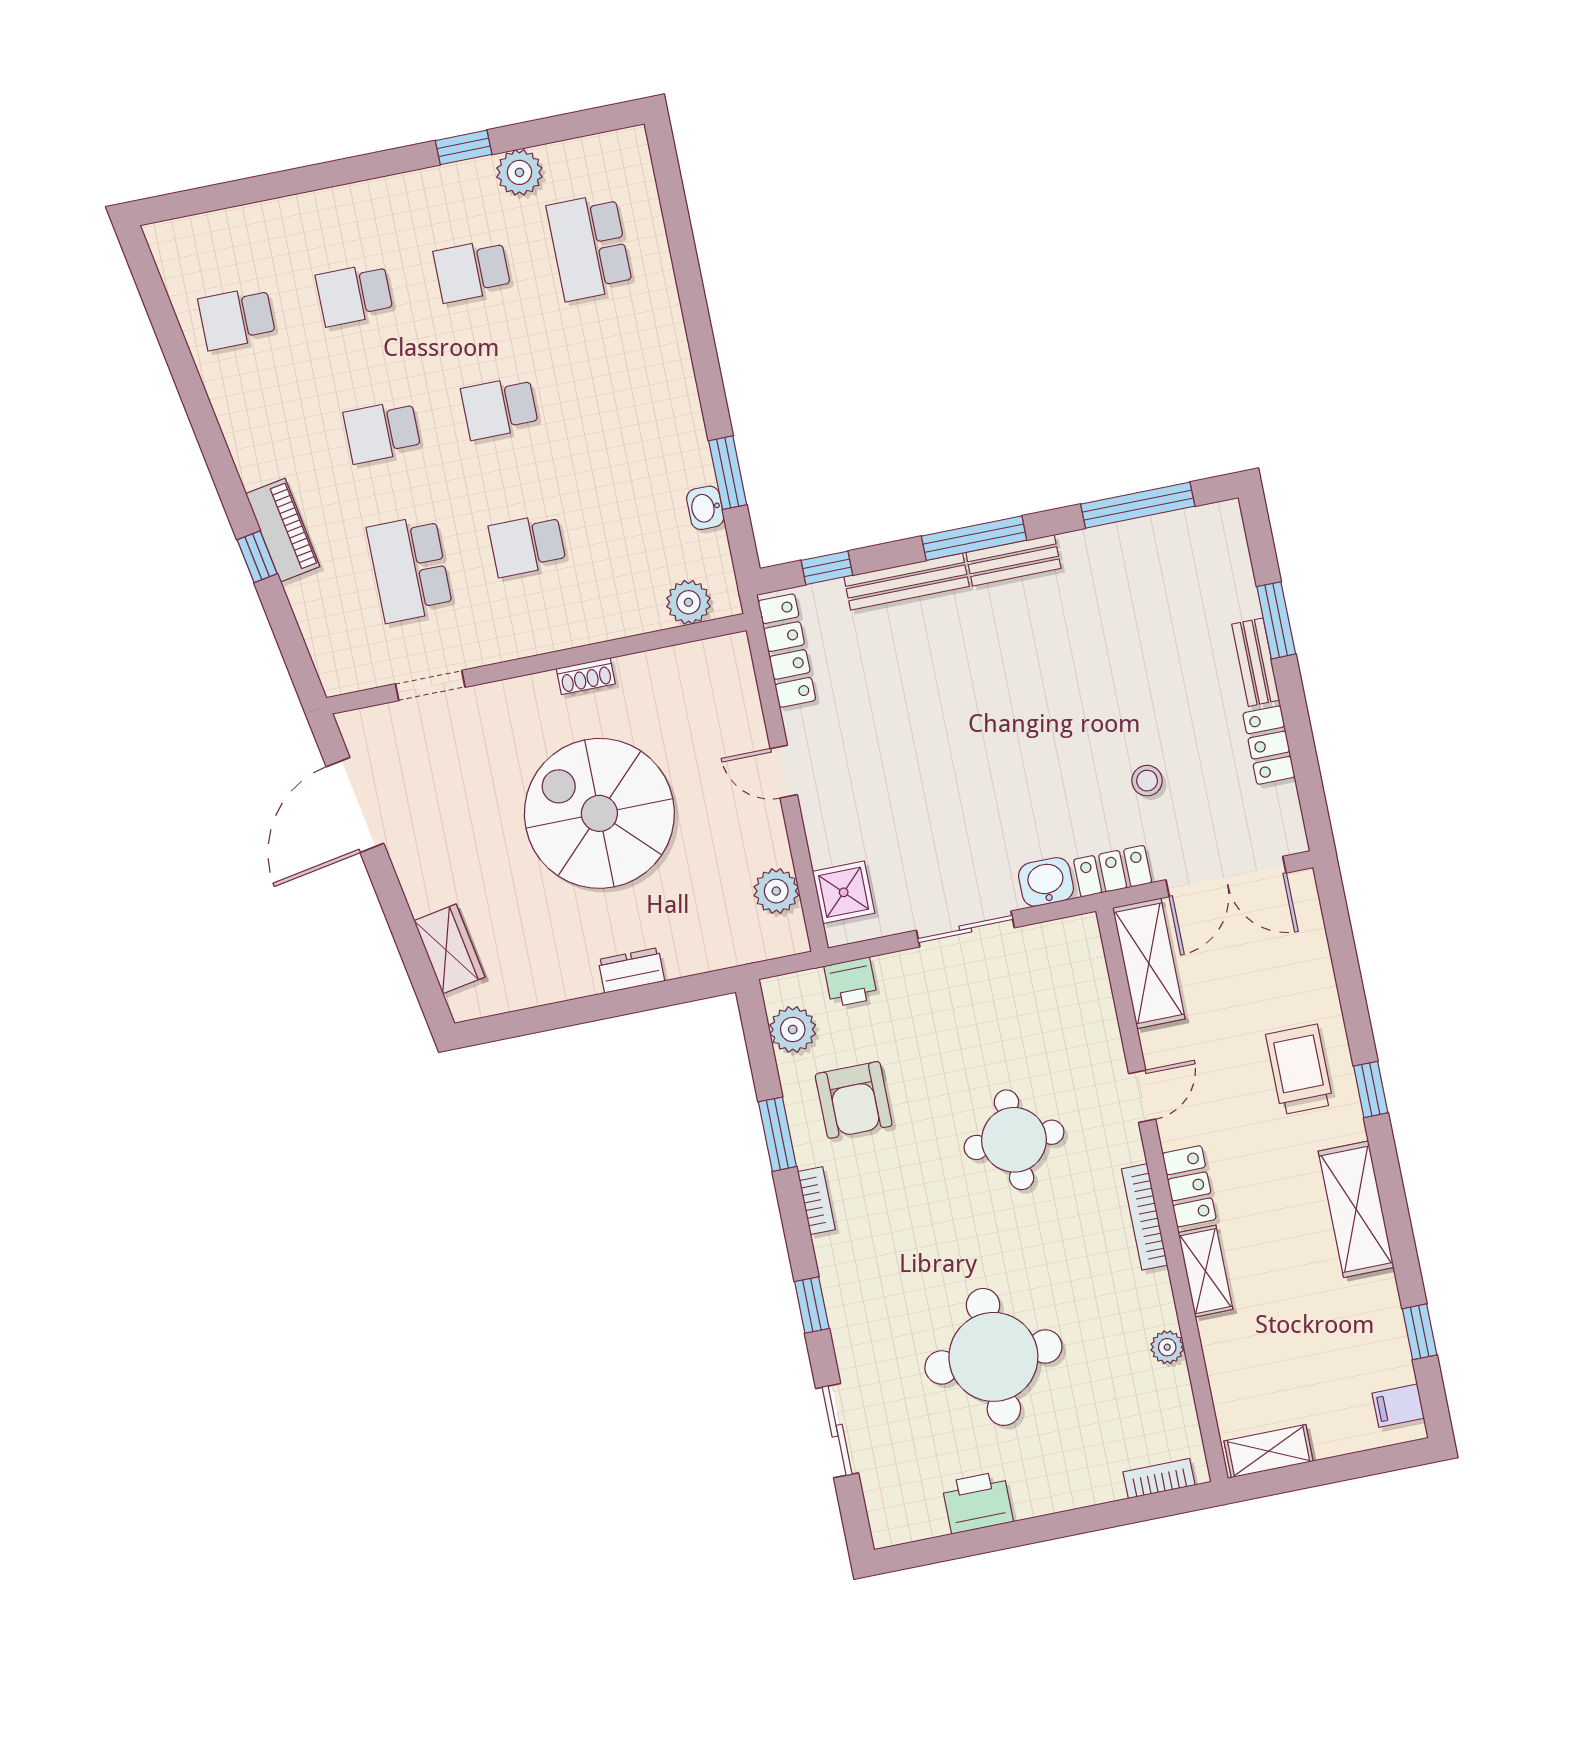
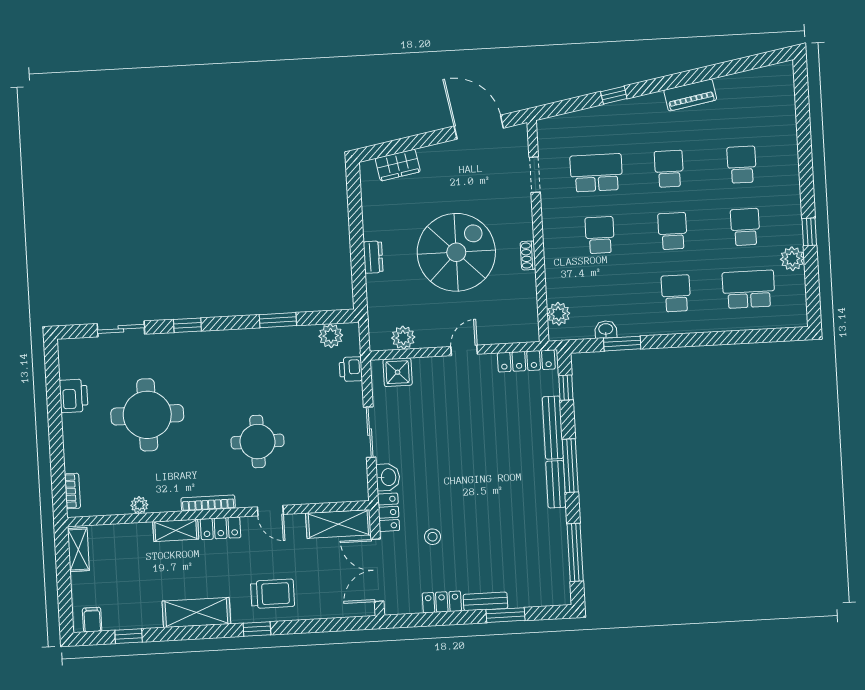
school desk: (237, 318) -> (676, 293), moved
piano: (283, 530) -> (690, 95), moved
armchair: (854, 1100) -> (290, 362), removed
bookcase: (816, 1201) -> (241, 335), removed

